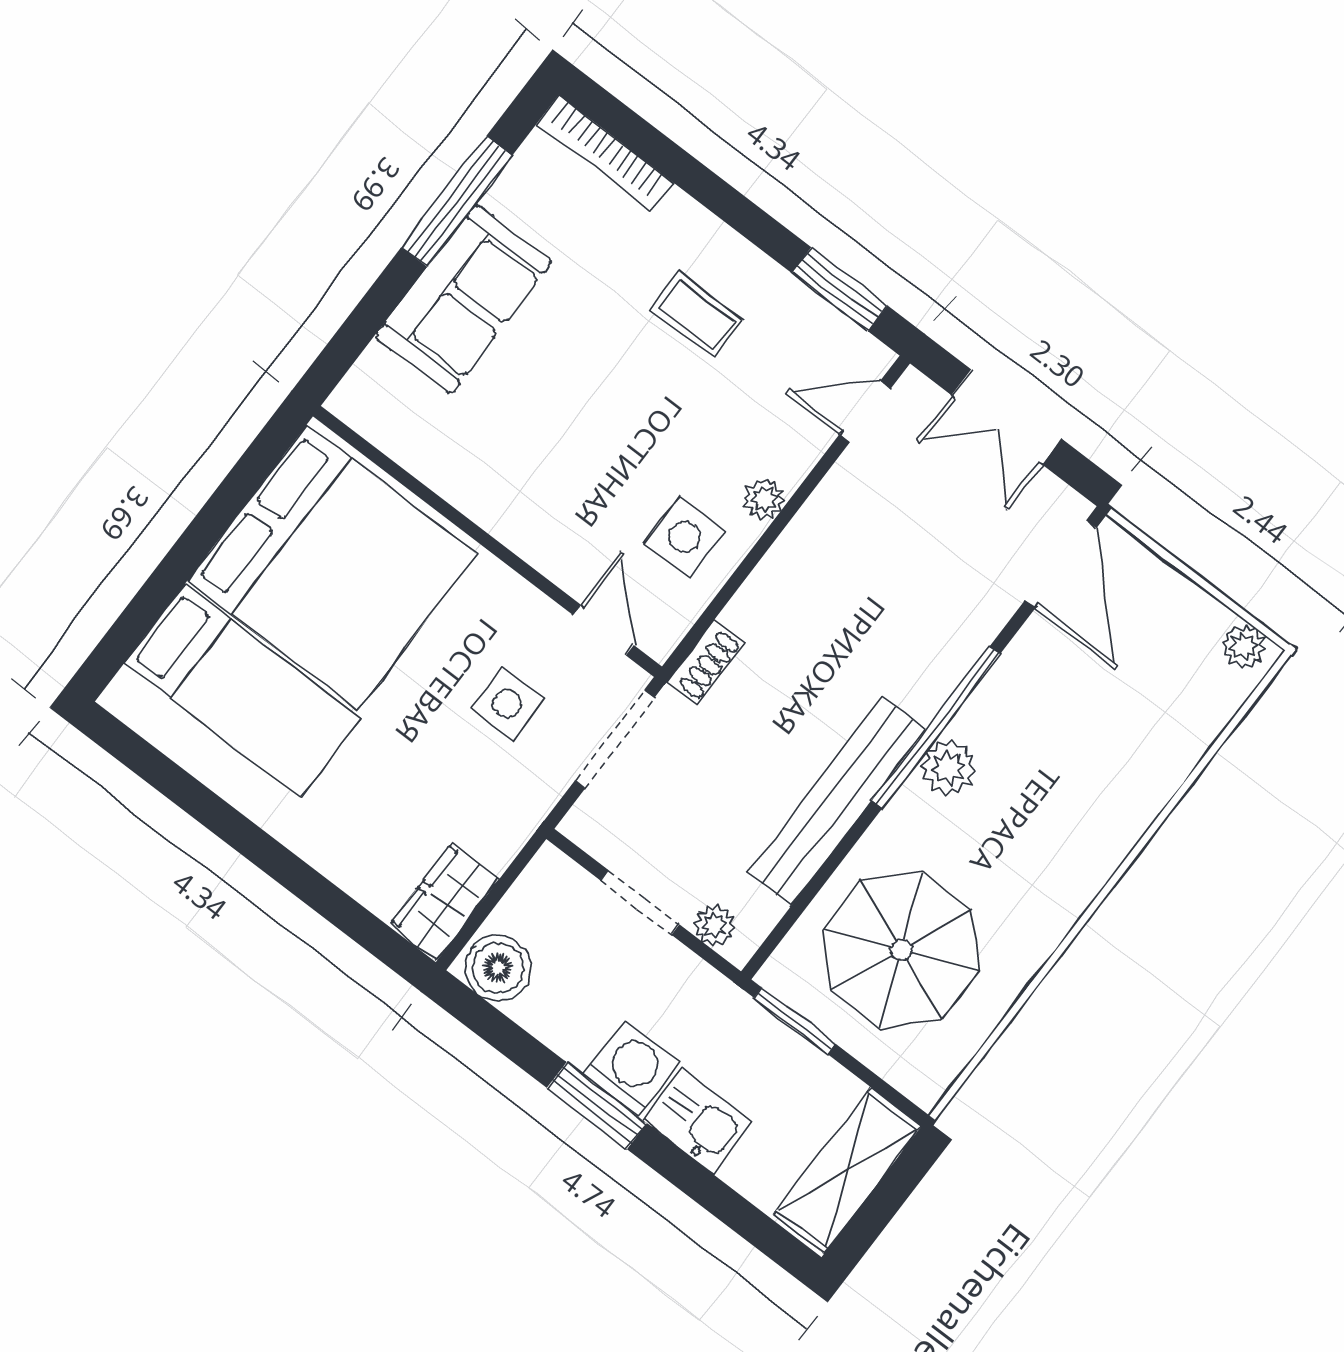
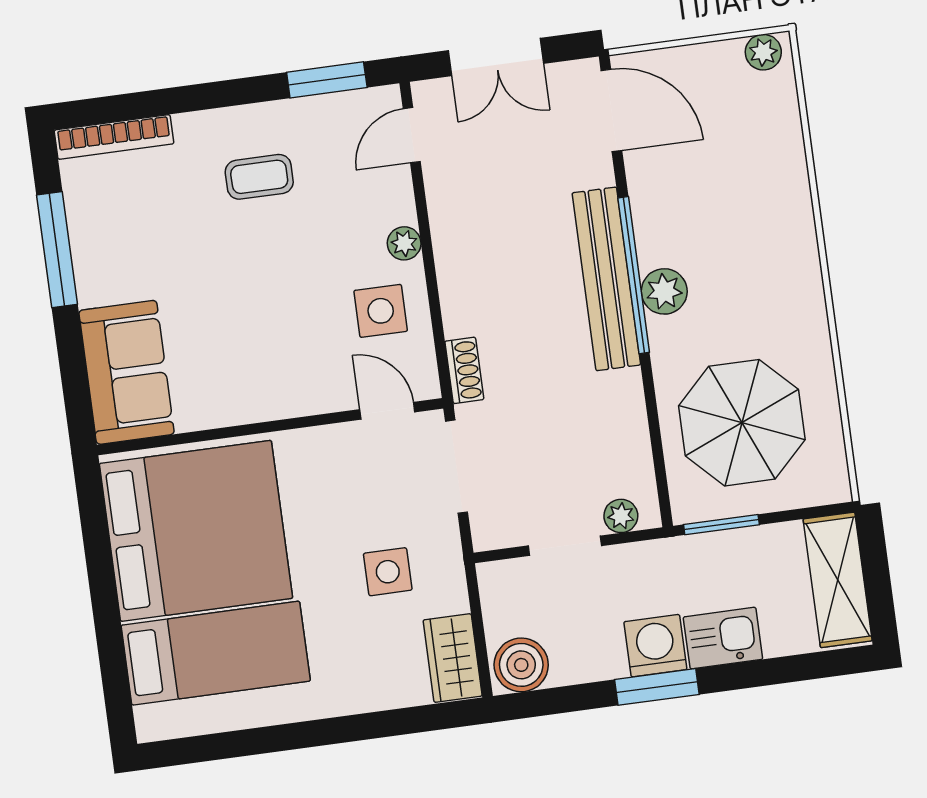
sofa: (463, 299) -> (127, 372), moved
side table: (507, 703) -> (388, 572), moved
bench: (837, 801) -> (606, 279), moved

